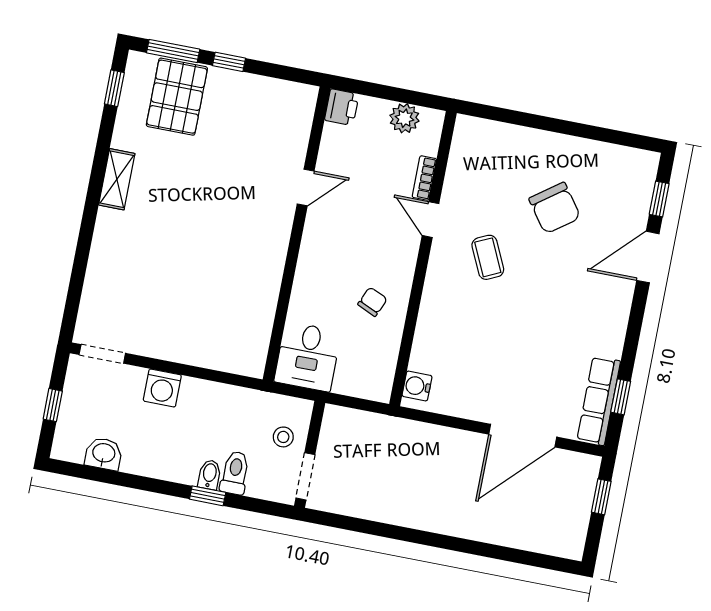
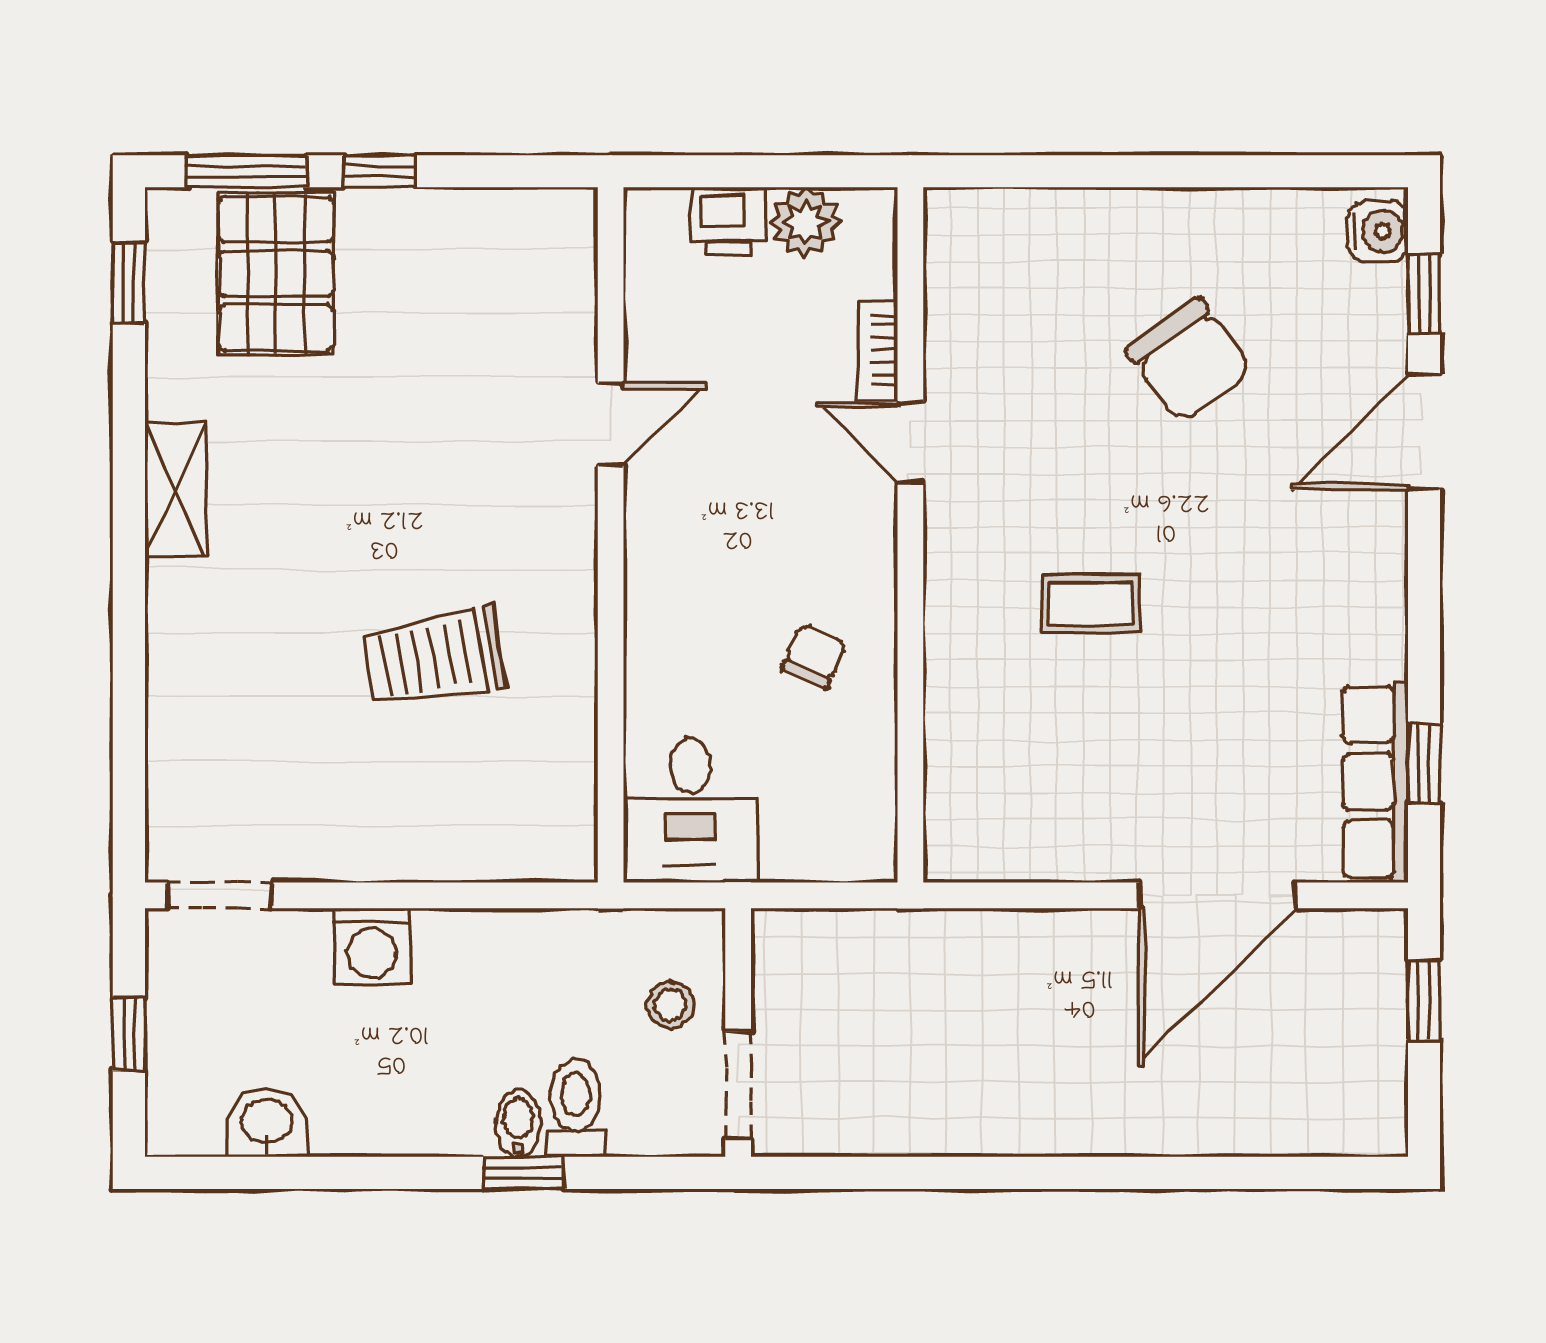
printer: (342, 107) -> (728, 221), moved, turned 90
coffee table: (488, 257) -> (1091, 604), moved, turned -65
trolley: (212, 271) -> (435, 658), added
water cooler: (417, 386) -> (1378, 231), moved, turned 180

